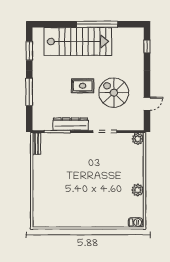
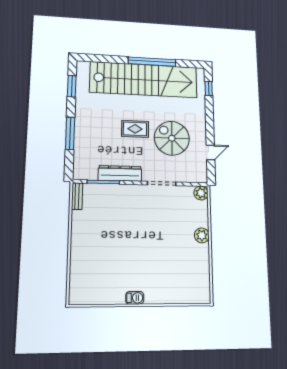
stairs: (78, 41) -> (144, 80), width x1.36
plant: (138, 190) -> (202, 235), moved
barbecue: (135, 222) -> (135, 298), moved

